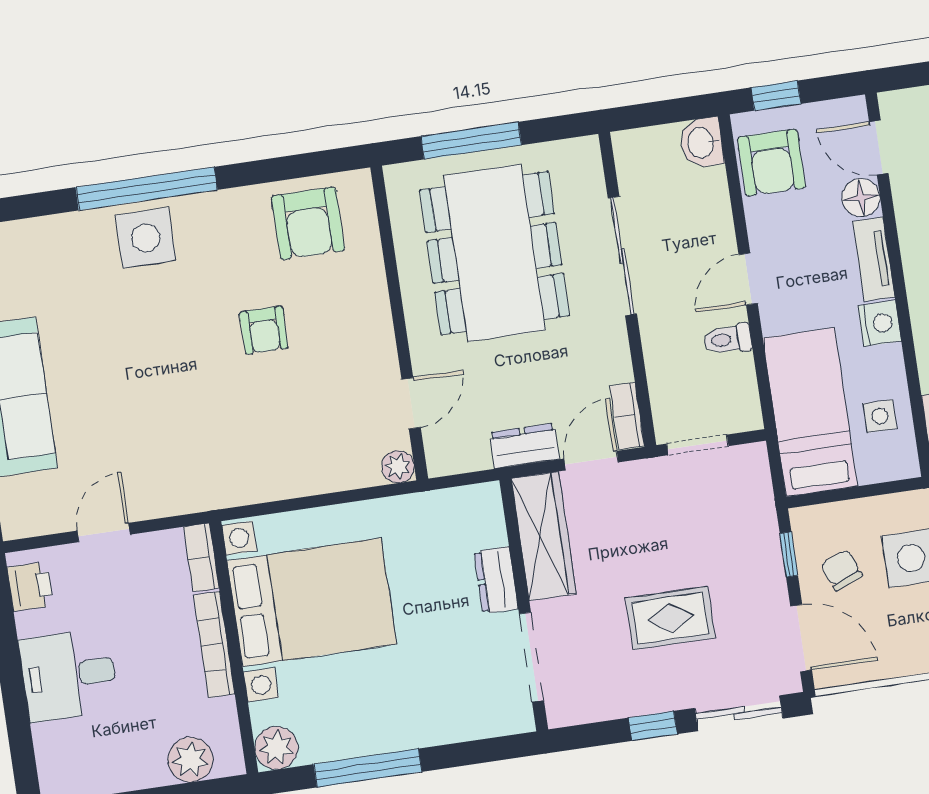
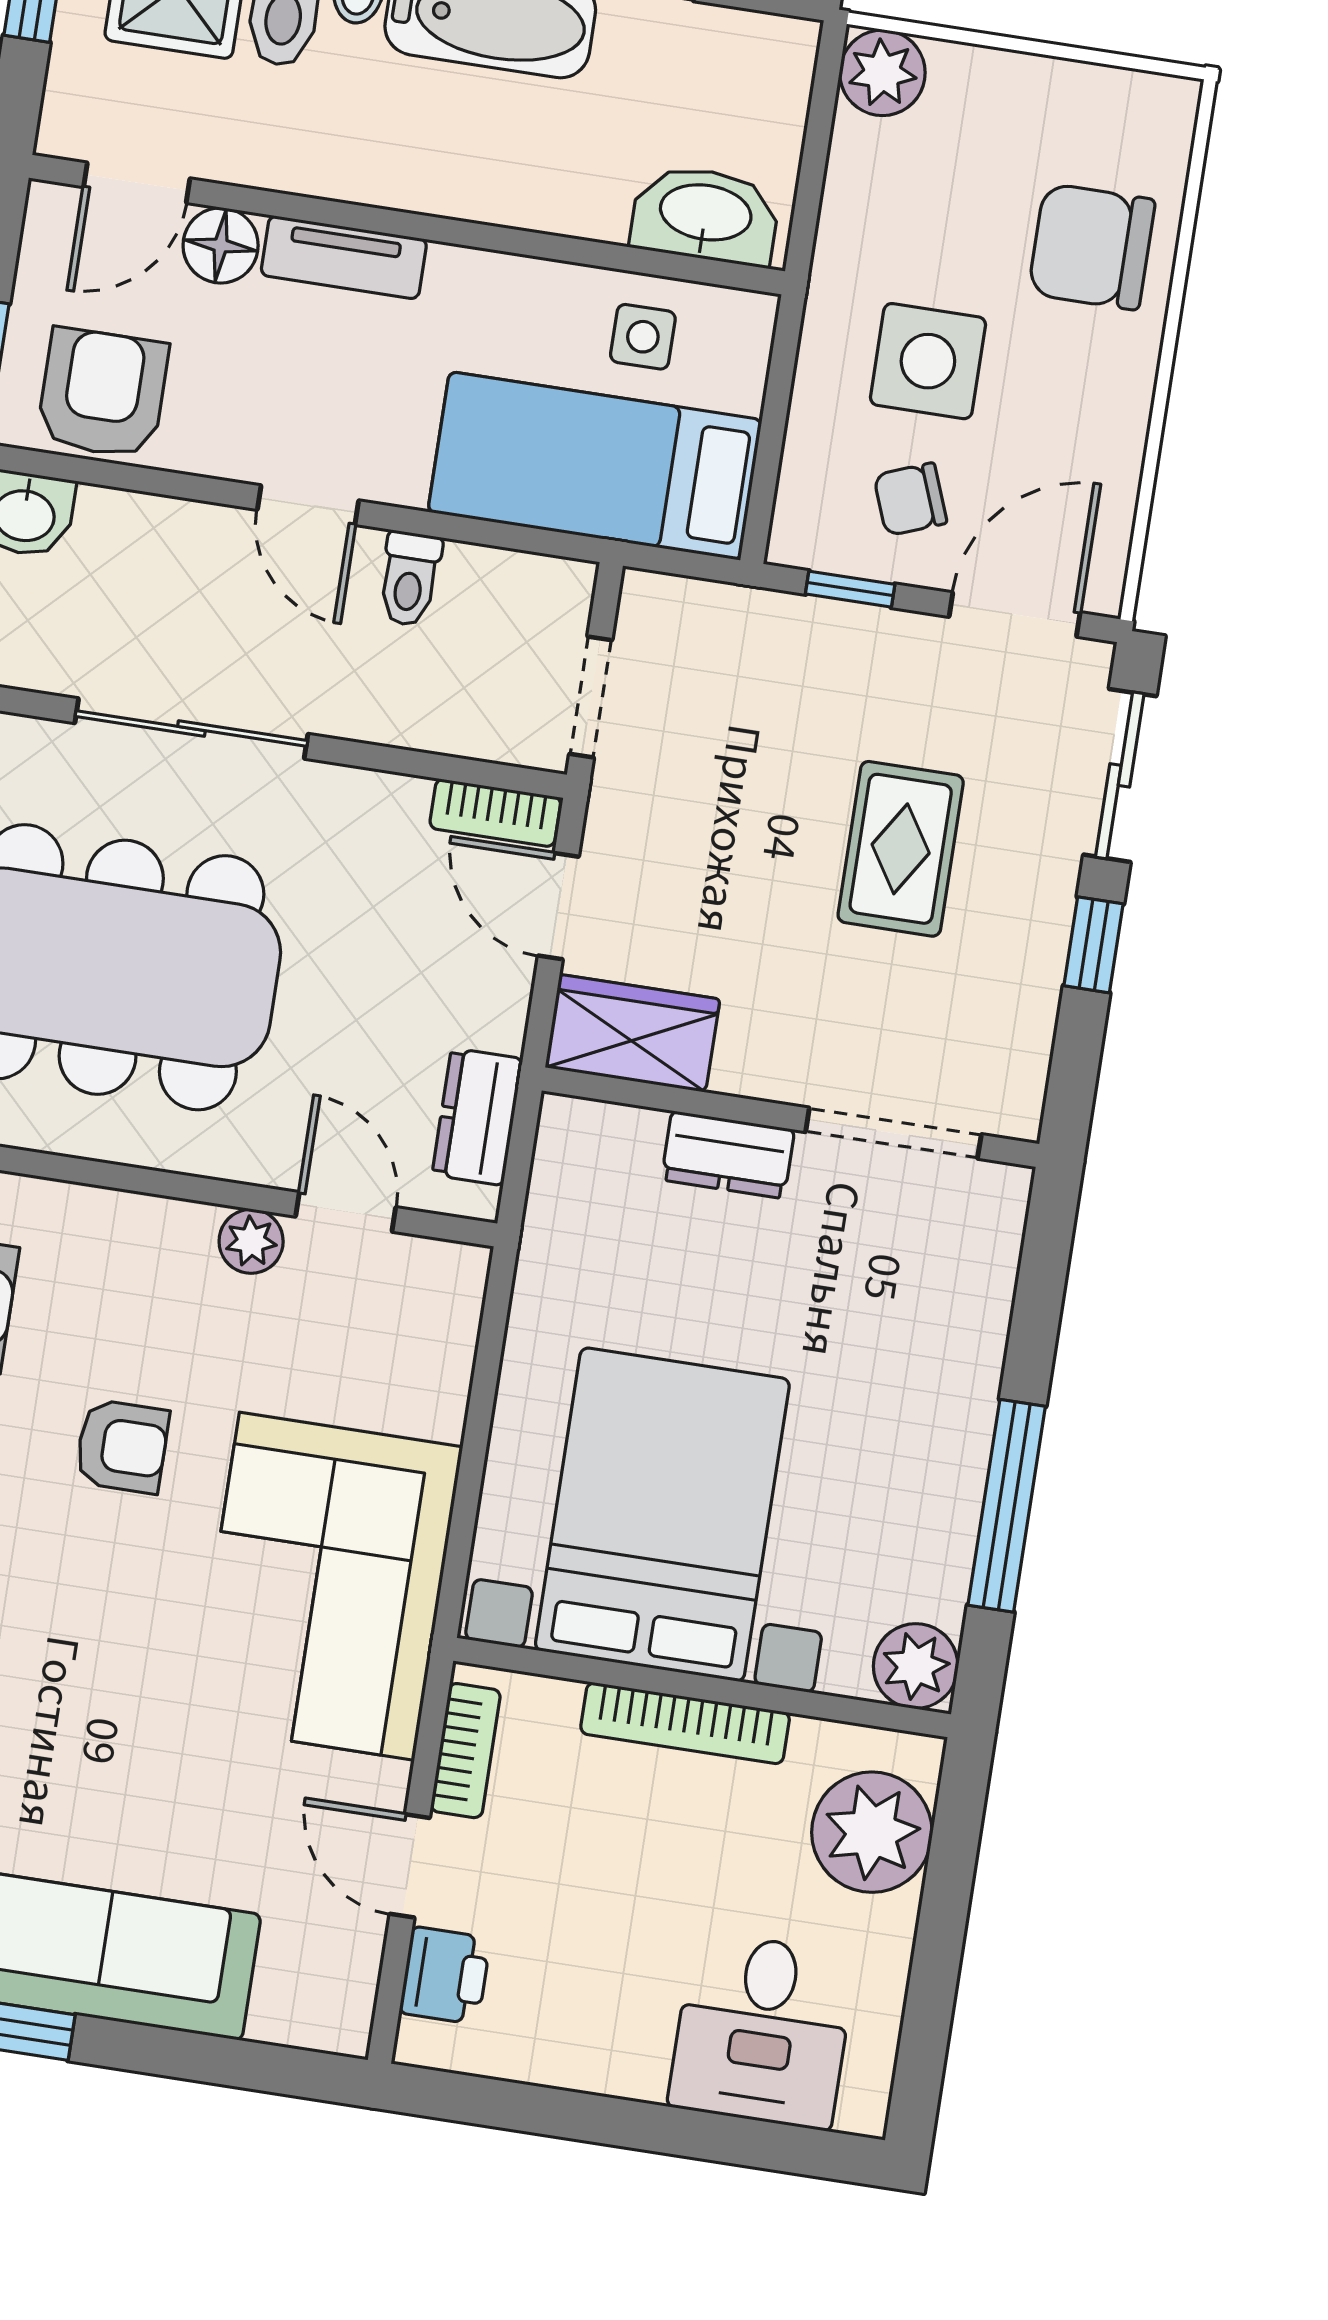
armchair: (772, 163) -> (103, 393), turned -90
nightstand: (880, 323) -> (468, 284), removed
dresser: (524, 446) -> (477, 1117), moved
corner sofa: (227, 450) -> (327, 1586), added
plant: (398, 467) -> (251, 1241), moved
wardrobe: (544, 536) -> (633, 1033), width x0.67
bookcase: (201, 557) -> (466, 1751), moved, turned -90
printer: (30, 586) -> (445, 1976), moved, turned 90
desk: (69, 675) -> (762, 2030), moved
plant: (190, 760) -> (872, 1832), width x1.36, depth x1.36

